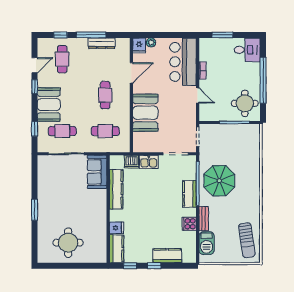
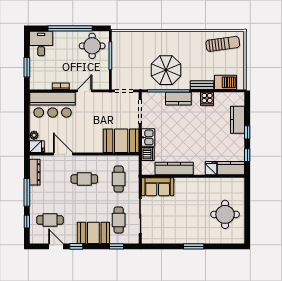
dresser: (102, 43) -> (35, 172), moved
booth: (145, 113) -> (121, 141), moved

